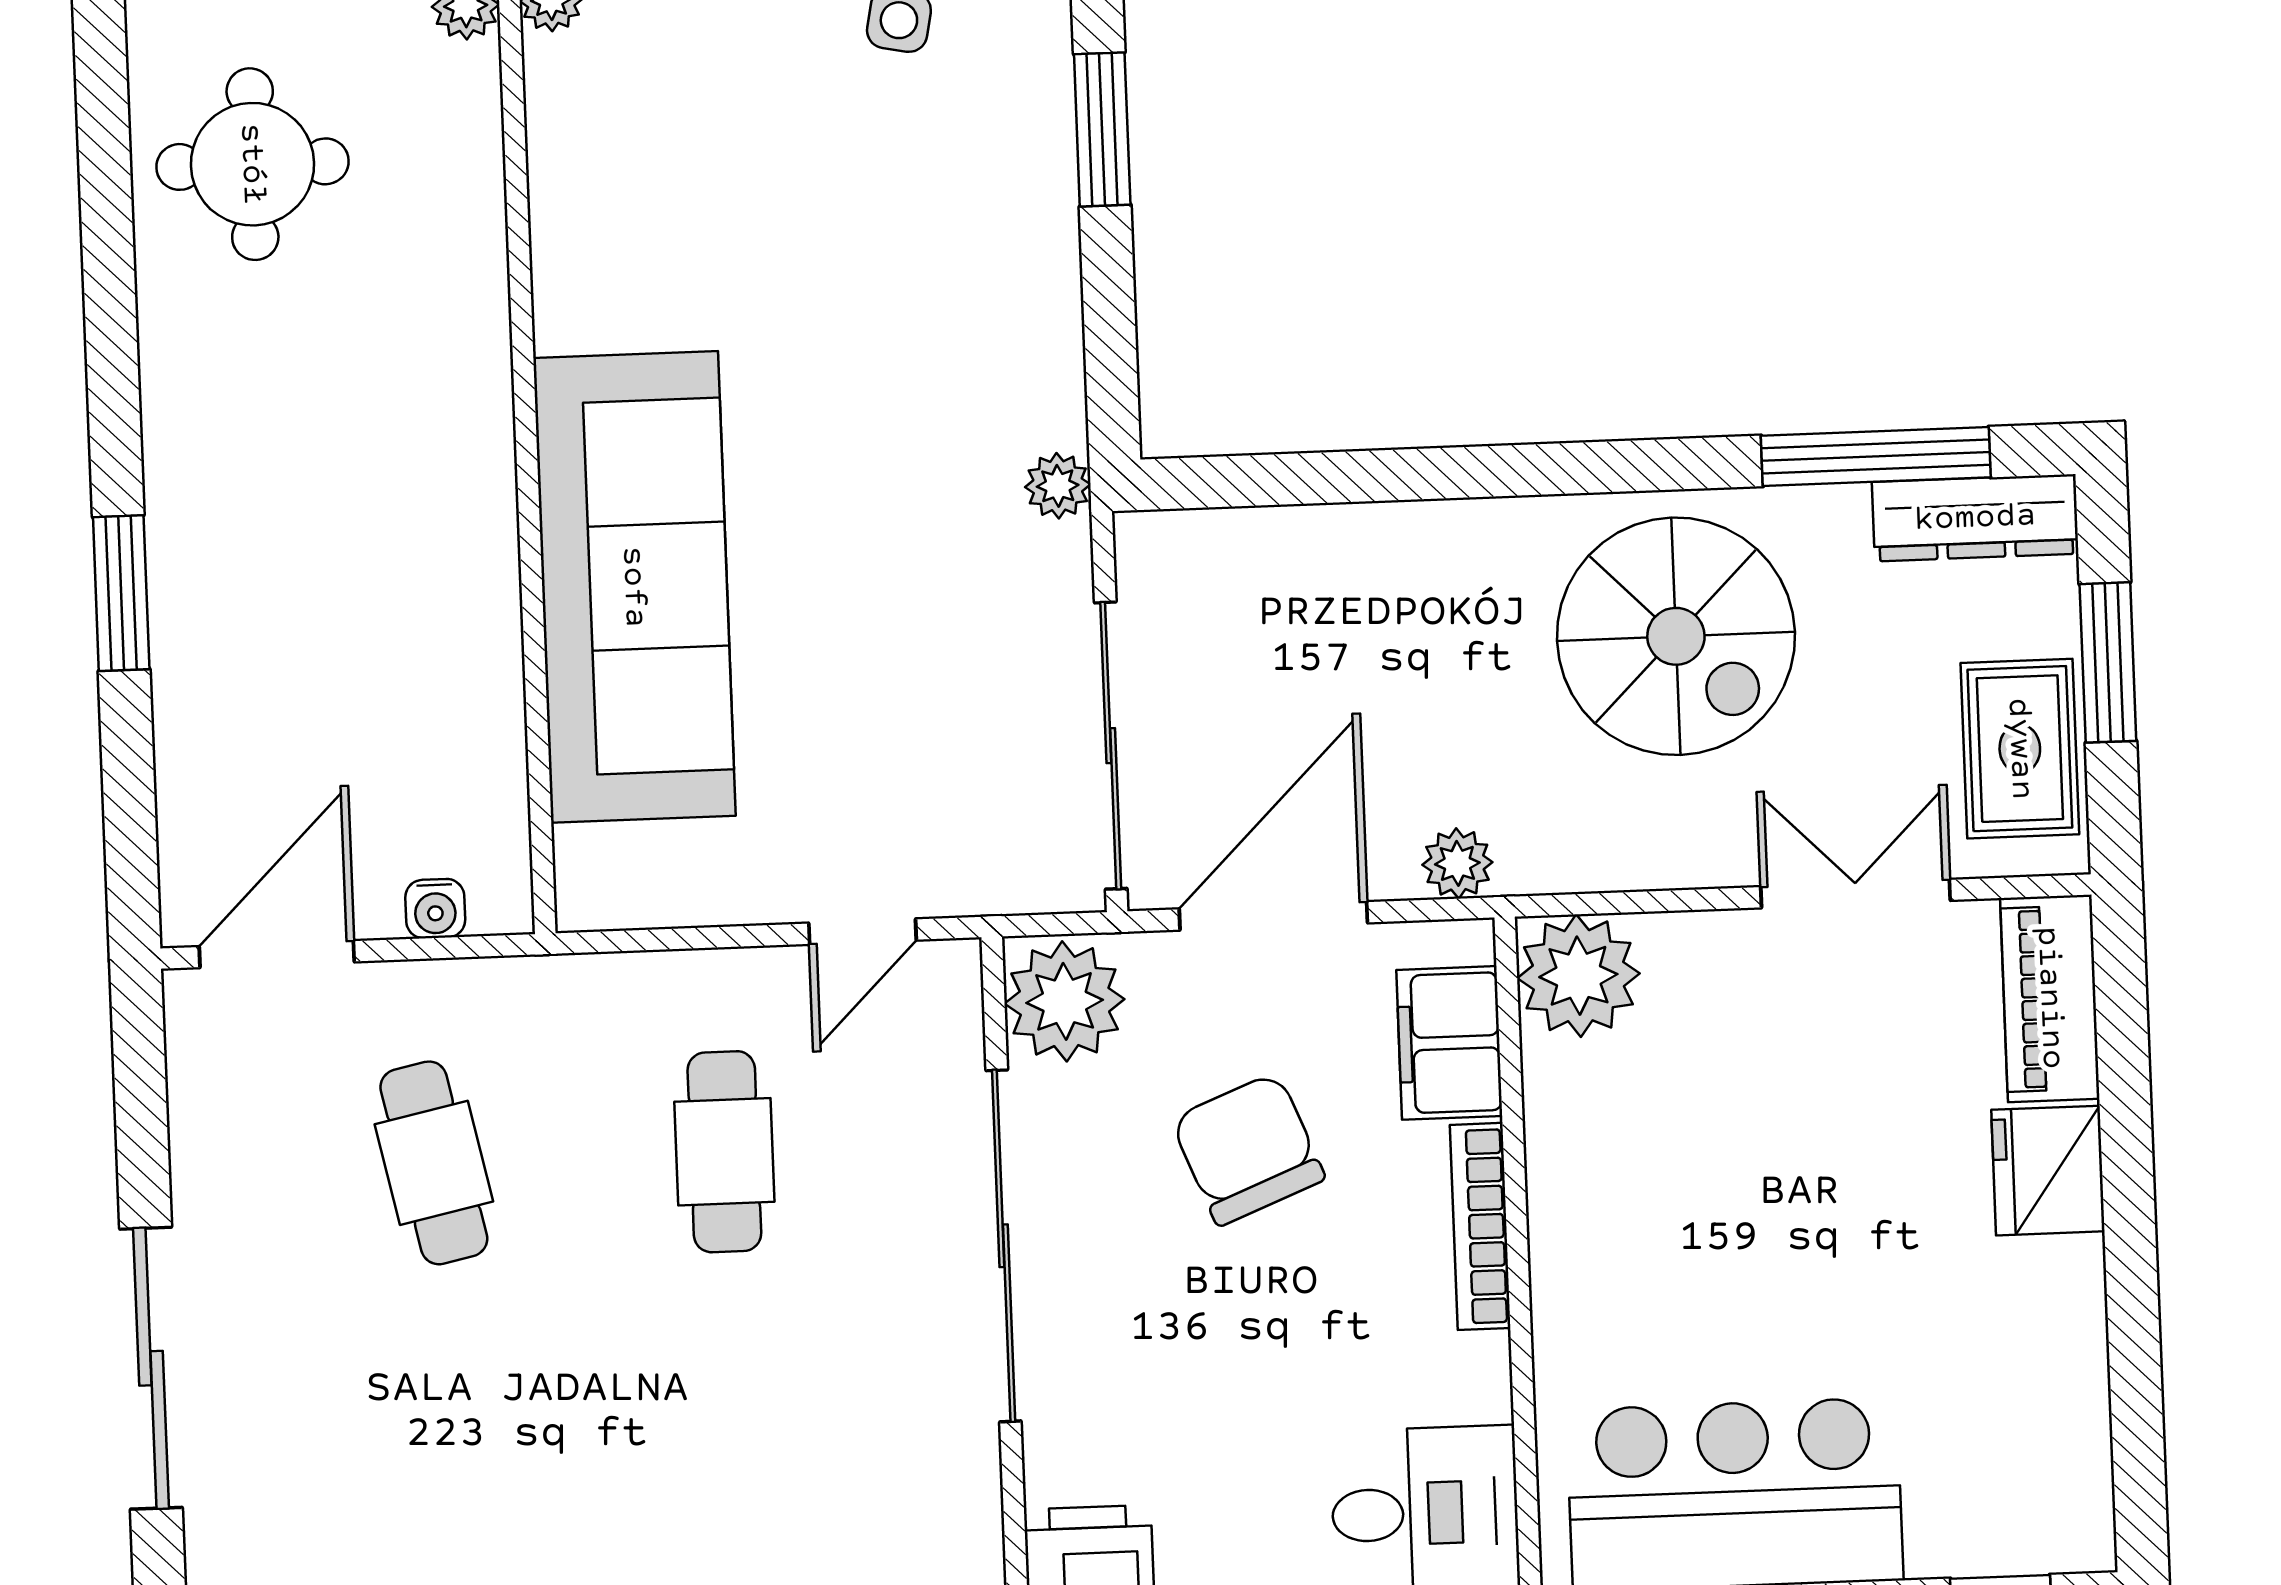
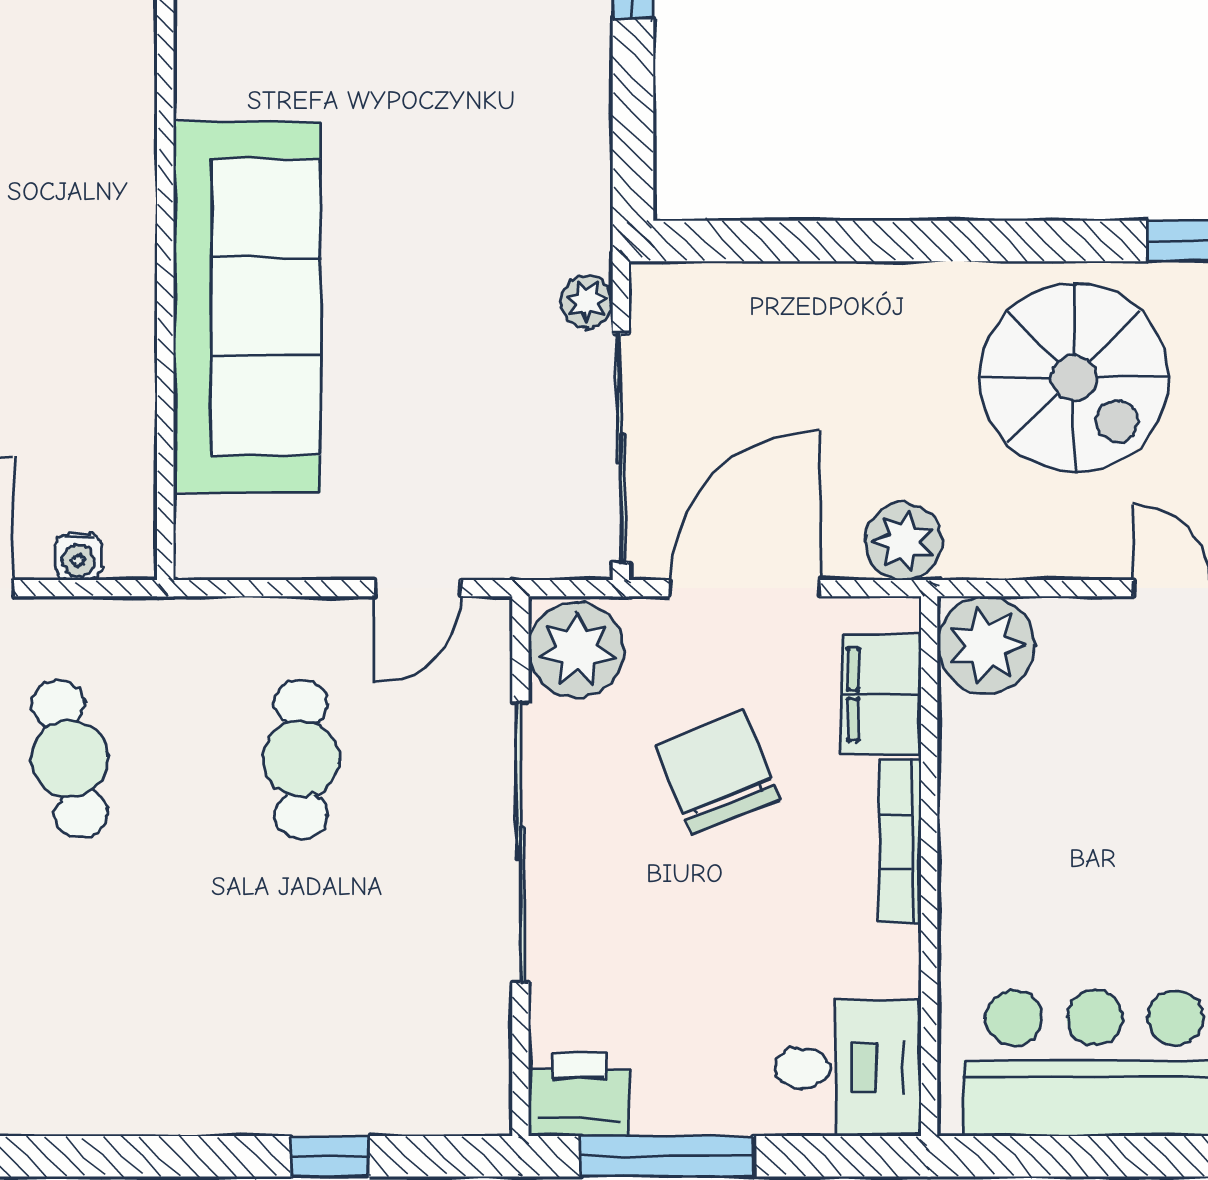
plant: (1058, 486) -> (587, 301), moved
plant: (1457, 863) -> (904, 541), width x1.38, depth x1.38

